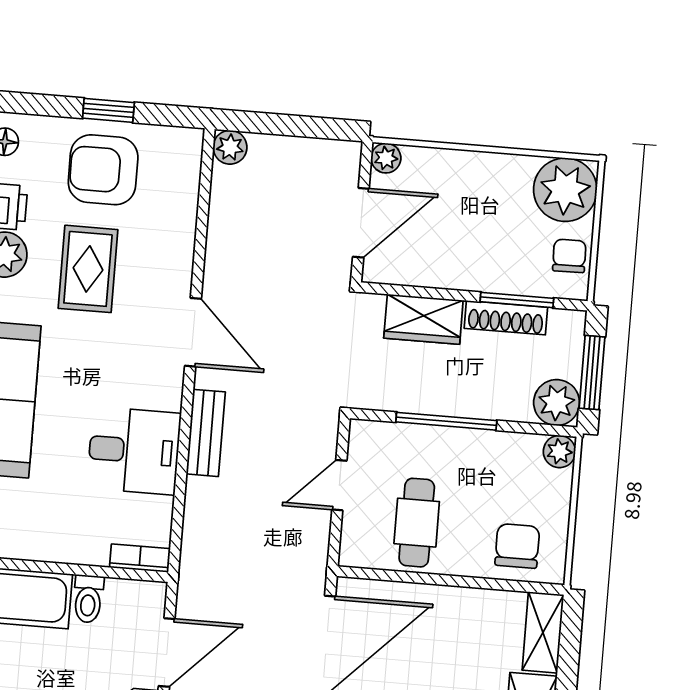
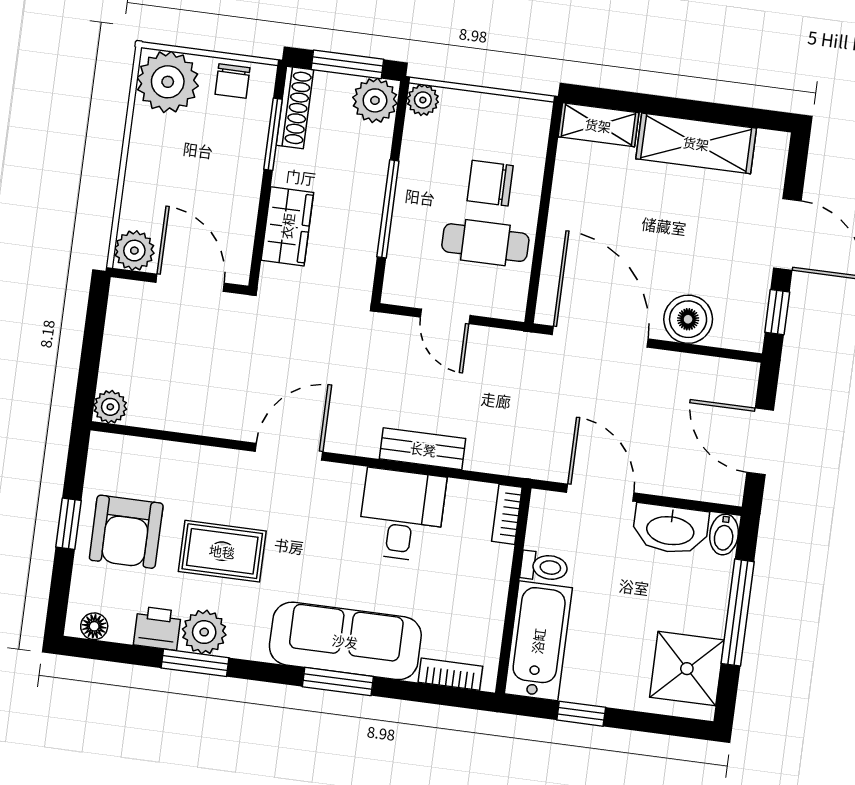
plant: (386, 158) -> (134, 251), width x1.38, depth x1.38
chair: (569, 256) -> (232, 81), turned -89
shoe rack: (506, 318) -> (295, 107), moved
bench: (206, 433) -> (423, 449), moved
chair: (517, 546) -> (490, 183), moved

